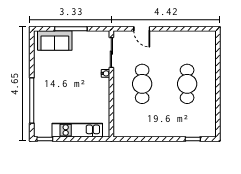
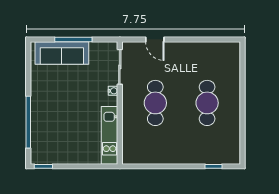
sofa: (55, 41) -> (62, 53), width x1.36
kitchen unit: (77, 130) -> (110, 135), moved, turned -90

